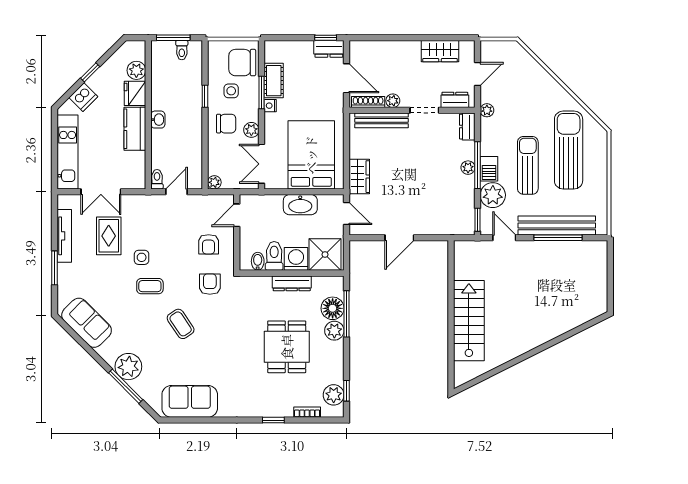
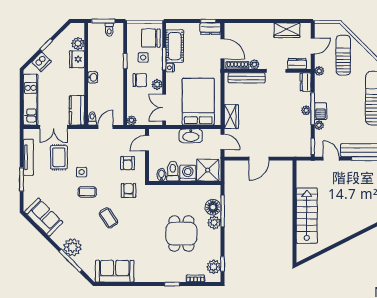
cot: (274, 81) -> (175, 46), width x1.37, depth x1.34
kitchen counter: (135, 129) -> (77, 110), moved
sun lounger: (528, 165) -> (343, 55), moved
plant: (493, 195) -> (319, 125), width x0.53, depth x0.53
dresser: (292, 283) -> (185, 190), removed

